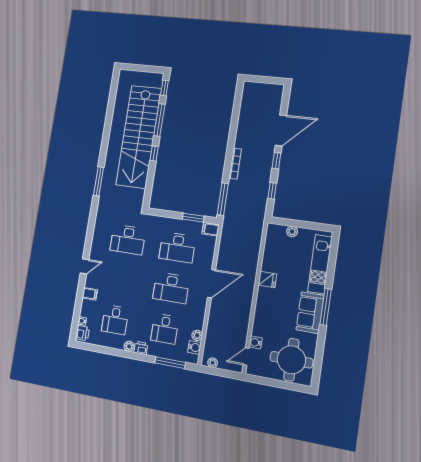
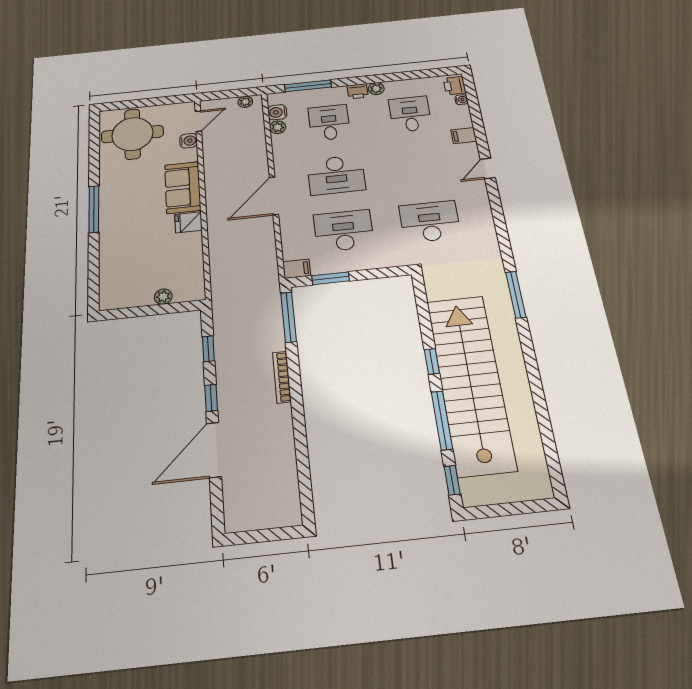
kitchen unit: (320, 264) -> (112, 262), removed
desk: (171, 288) -> (336, 175), turned 180
sofa: (310, 313) -> (183, 187), moved, turned 180

